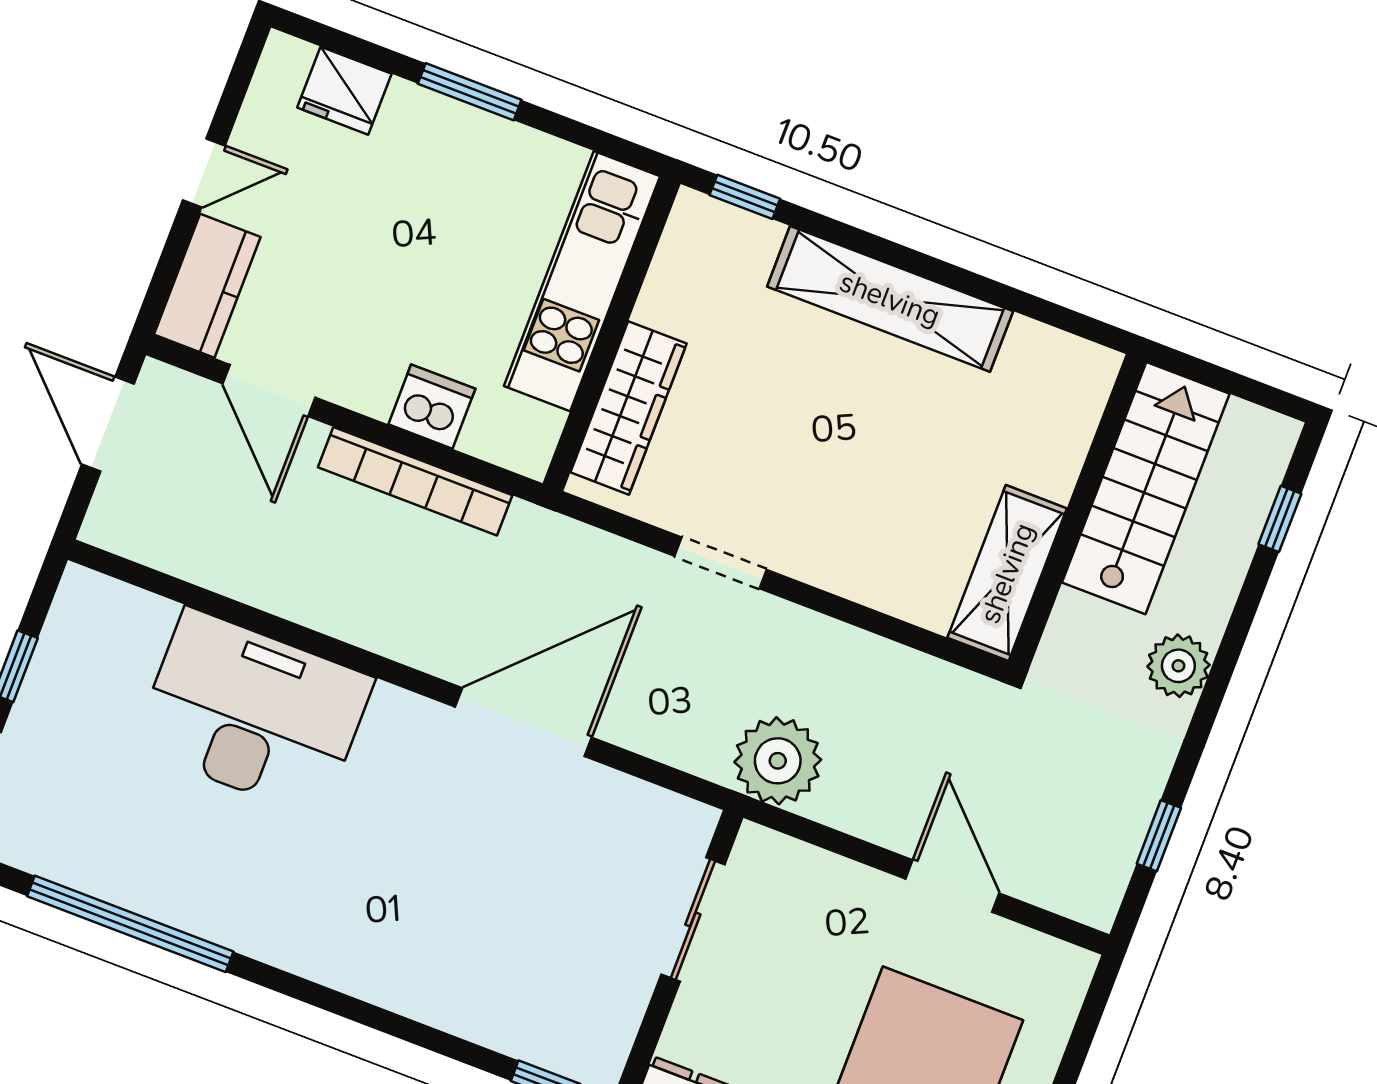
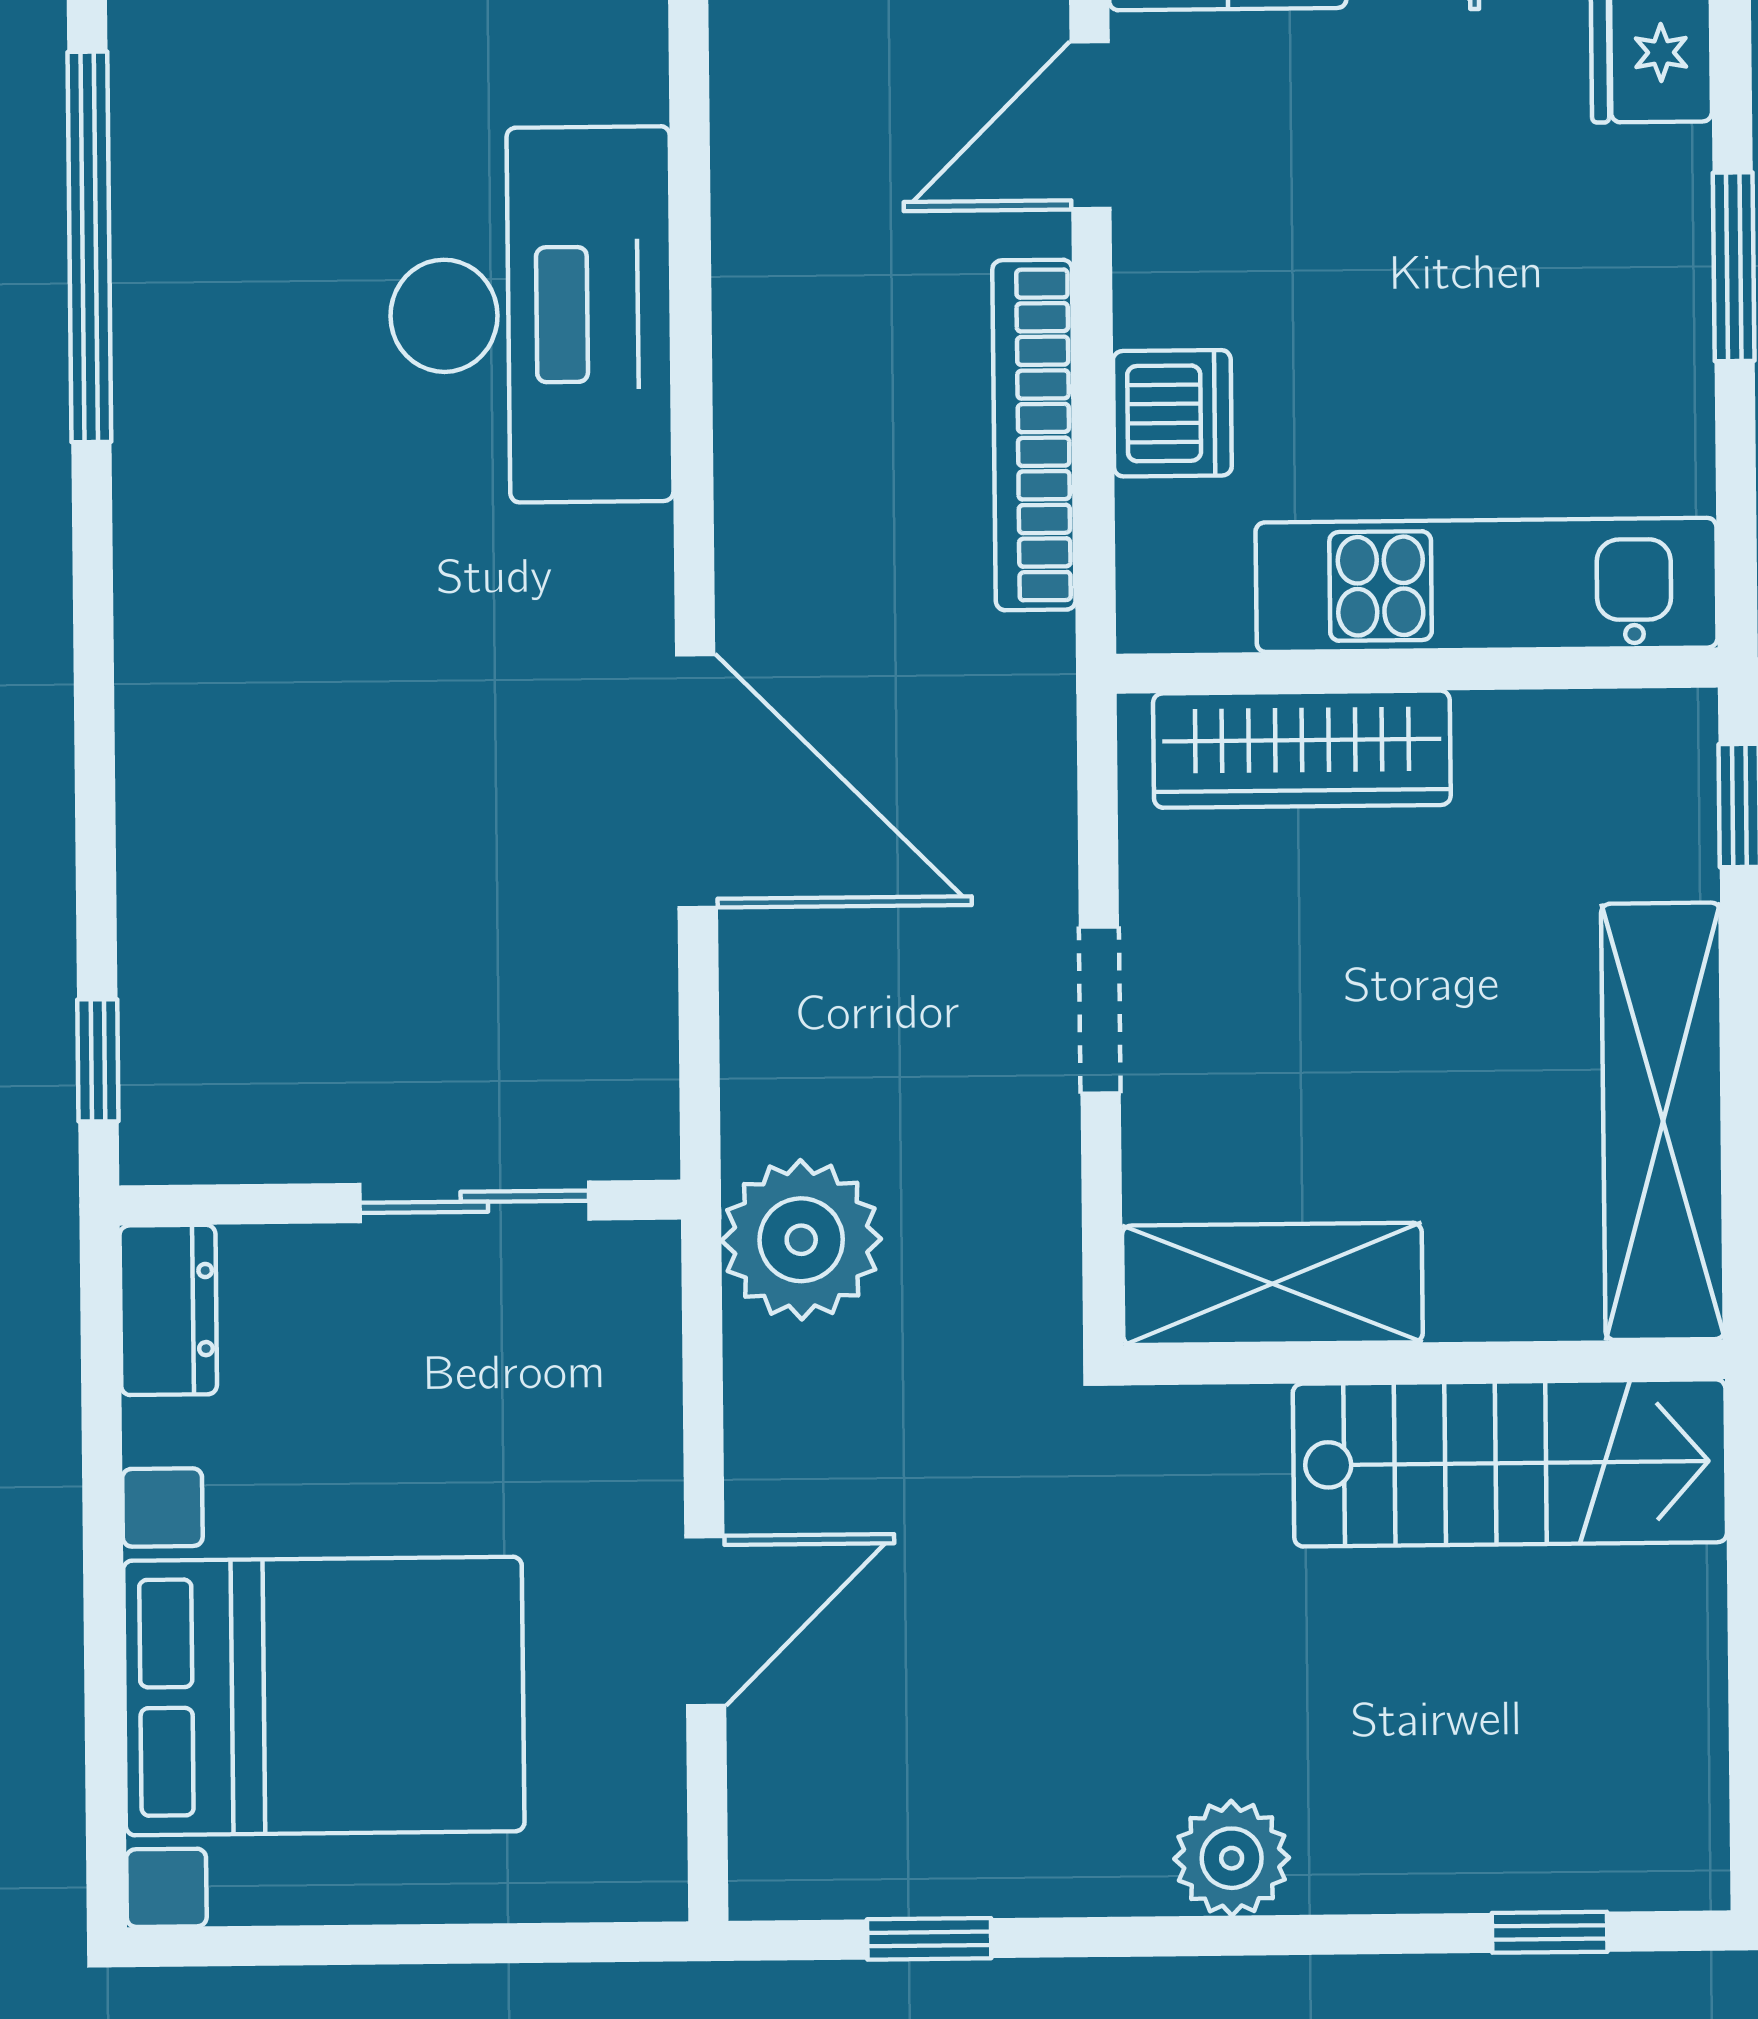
stairs: (1146, 488) -> (1510, 1463), moved
wall: (1077, 511) -> (1424, 1362), moved
shelving: (1007, 573) -> (1272, 1284), moved

